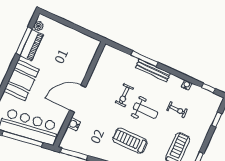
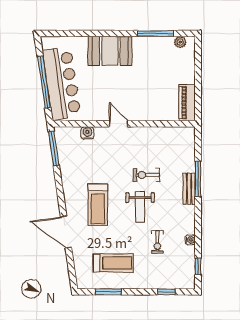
piano: (32, 45) -> (187, 103), moved, turned 90
bench: (153, 70) -> (189, 189), width x0.73
door: (78, 98) -> (118, 124), width x0.53
treadmill: (130, 141) -> (98, 205), turned 180

